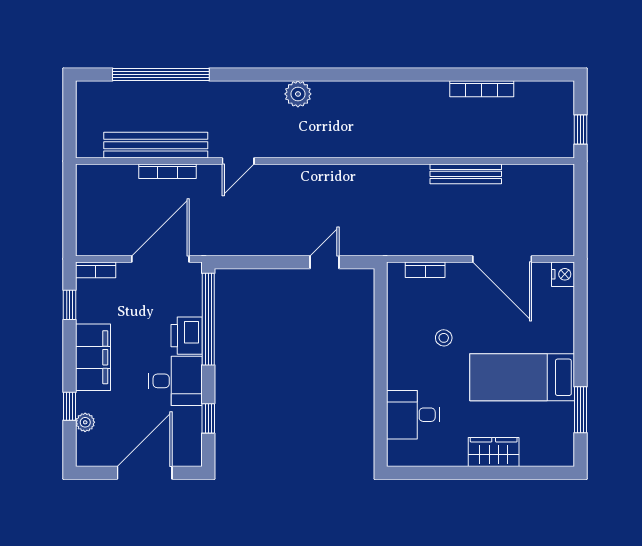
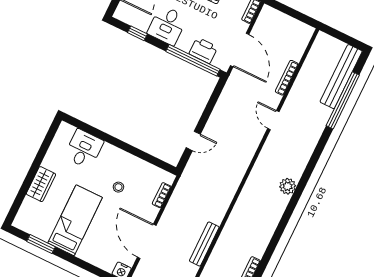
plant: (298, 94) -> (288, 186), moved
bench: (156, 145) -> (341, 77), moved
door: (502, 259) -> (147, 241), hinge flipped
door: (325, 262) -> (193, 141), hinge flipped
printer: (187, 336) -> (203, 50), moved

